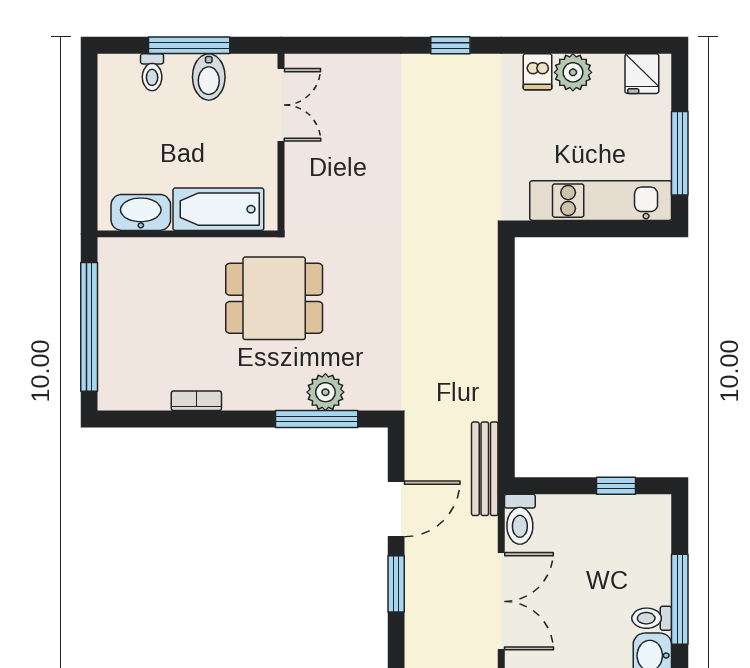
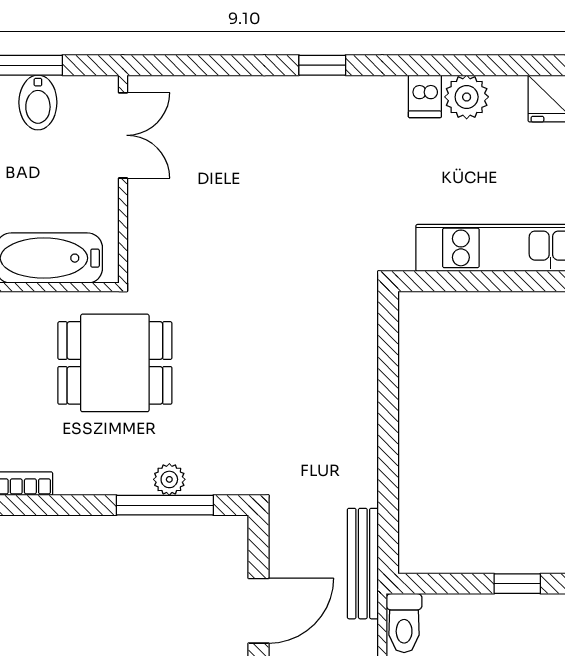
plant: (325, 392) -> (169, 479), width x0.73, depth x0.73

